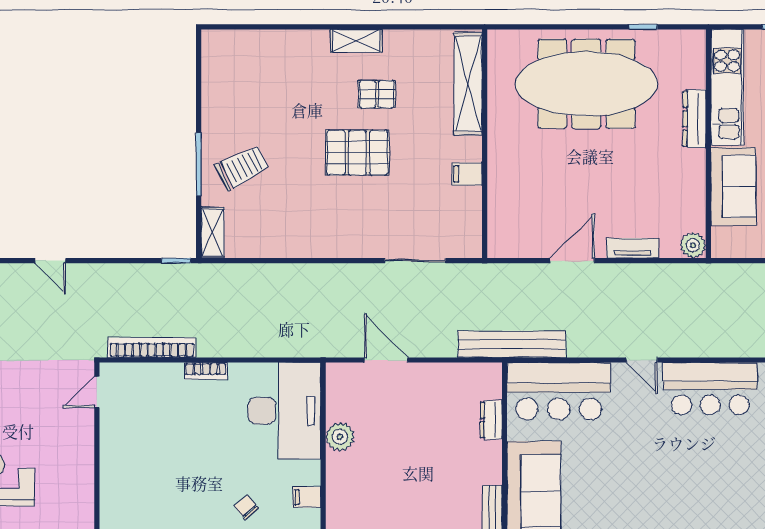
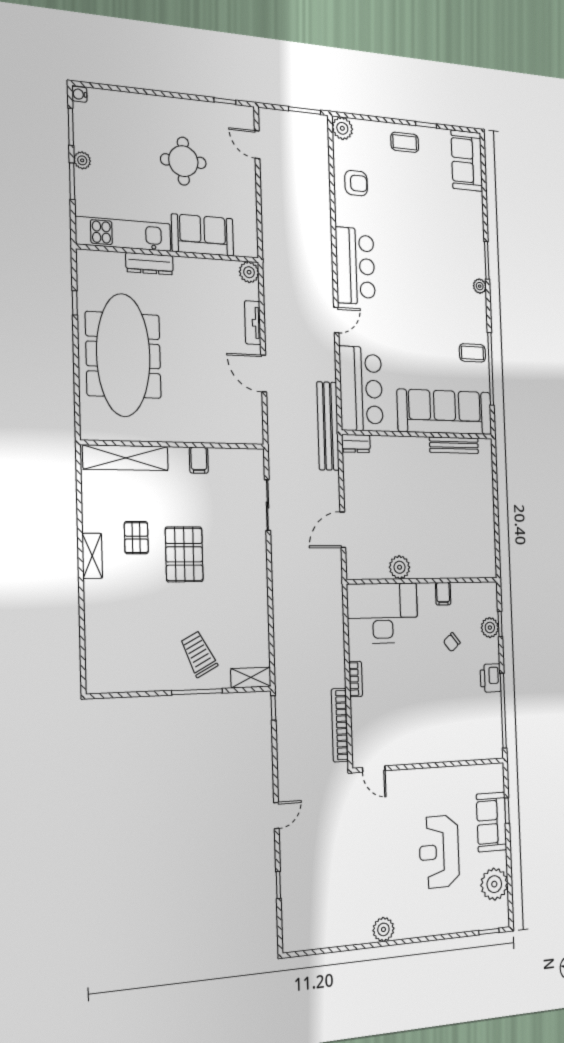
dresser: (491, 420) -> (356, 444), moved

